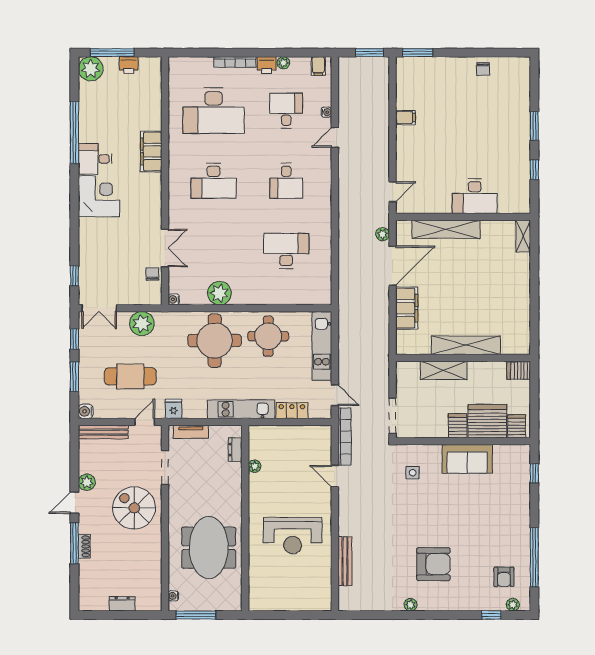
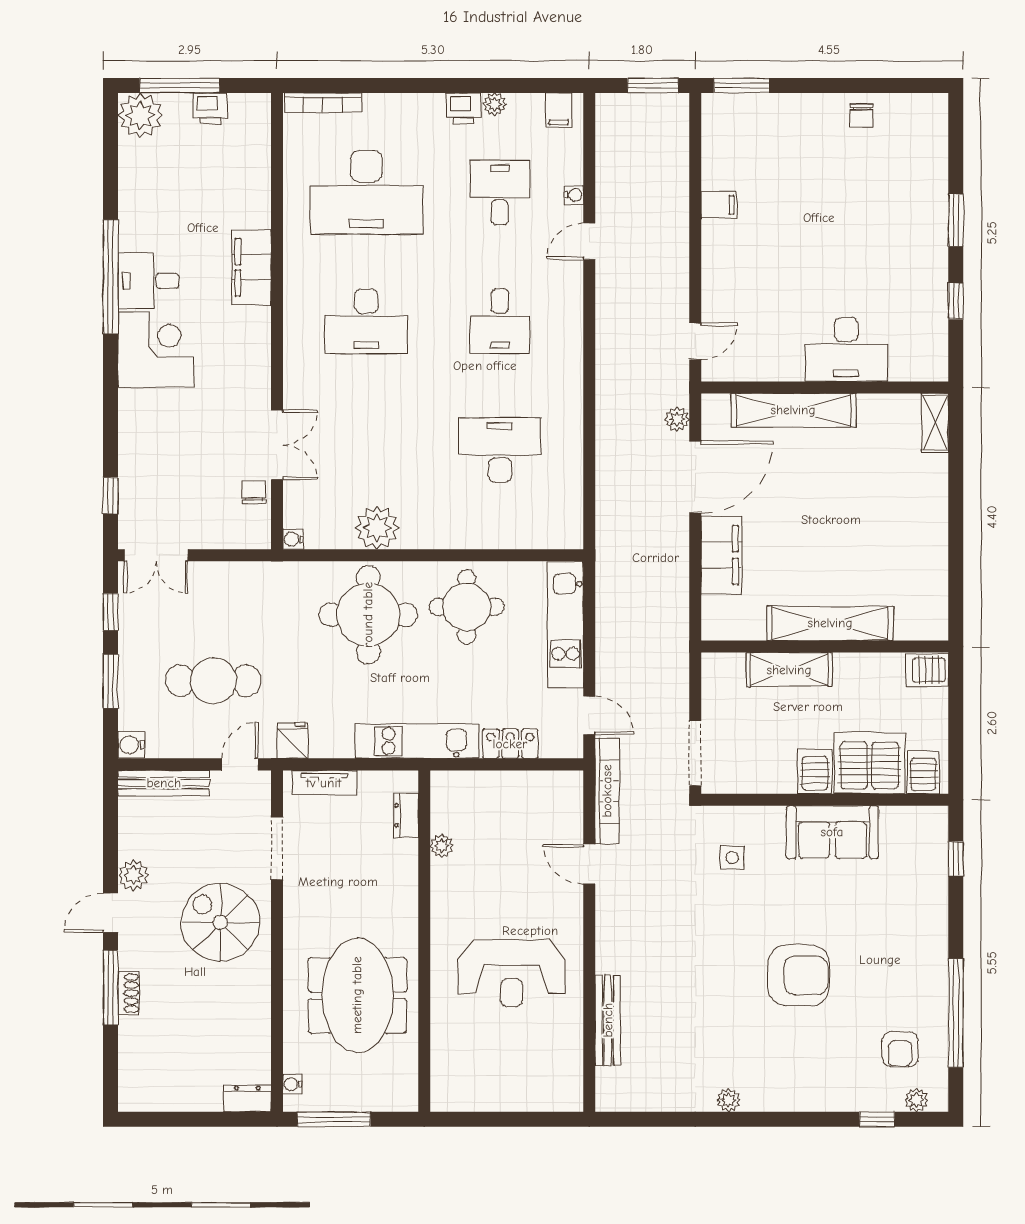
bookcase: (235, 62) -> (323, 103), moved
window: (74, 132) -> (111, 277), moved
plant: (142, 324) -> (235, 584), removed
armchair: (433, 564) -> (799, 975), moved
dresser: (122, 604) -> (247, 1099), moved

